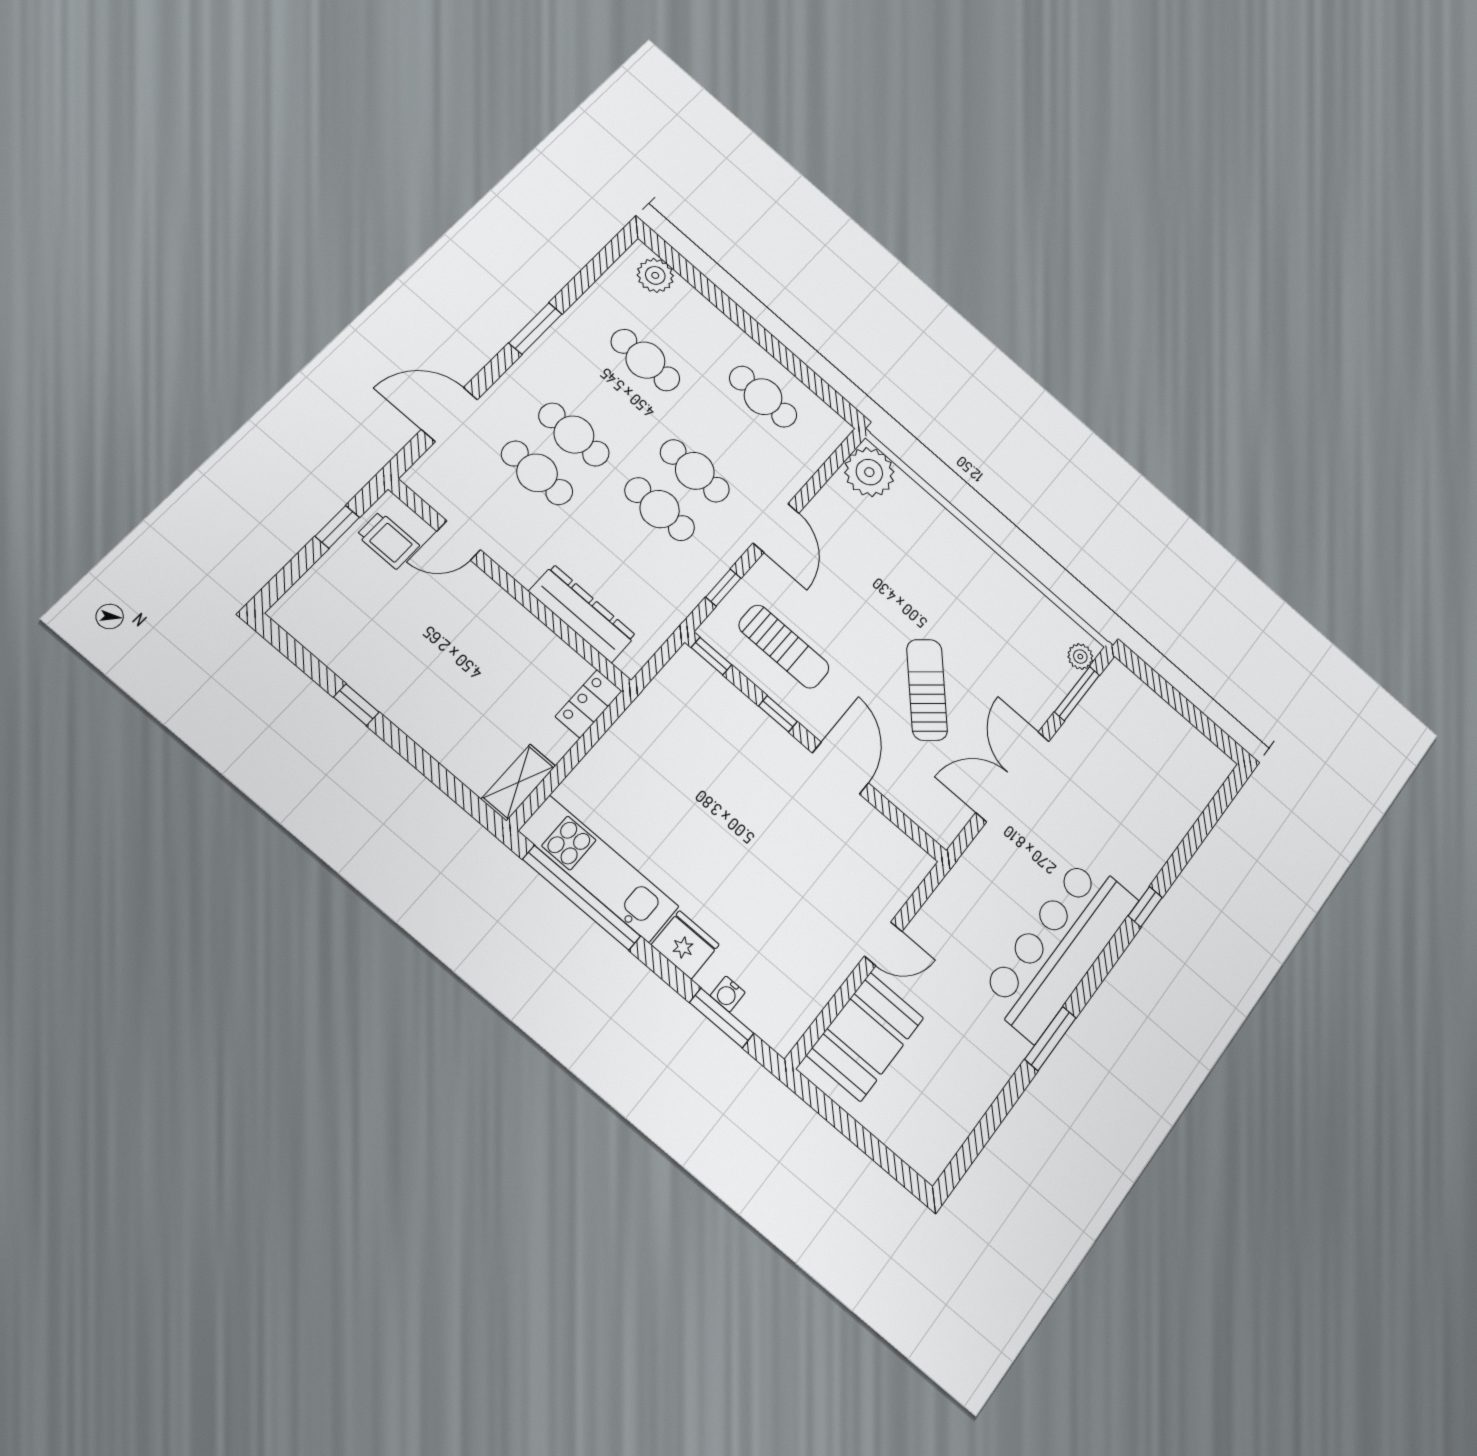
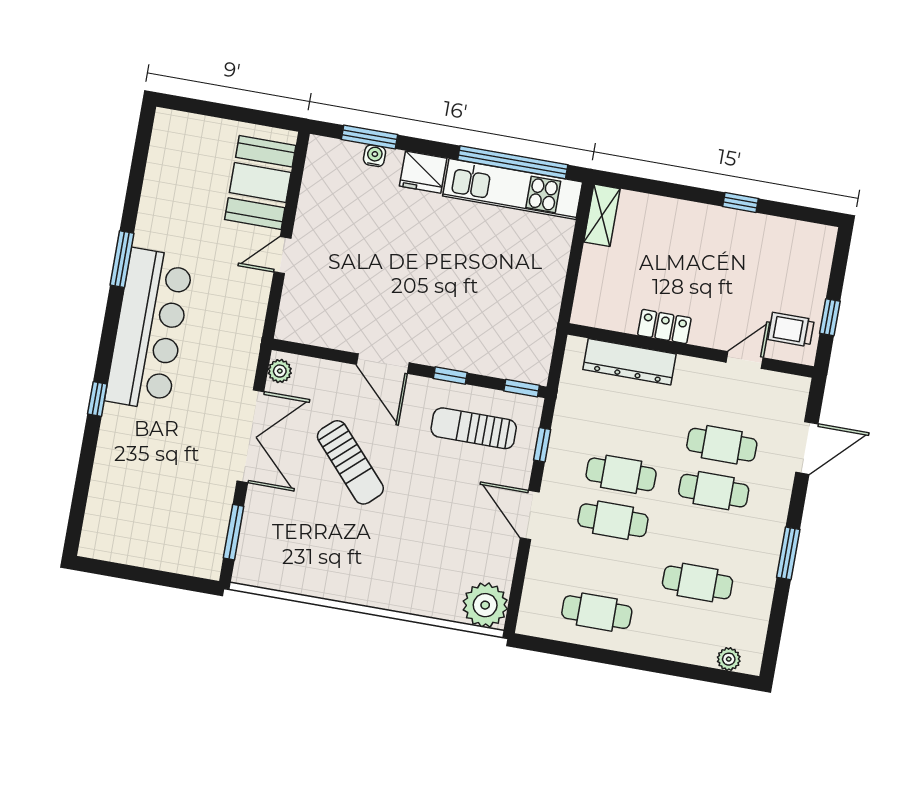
plant: (655, 275) -> (729, 659), width x0.73, depth x0.73
plant: (1080, 657) -> (280, 371), moved
locker: (589, 704) -> (664, 326), moved, turned -90

